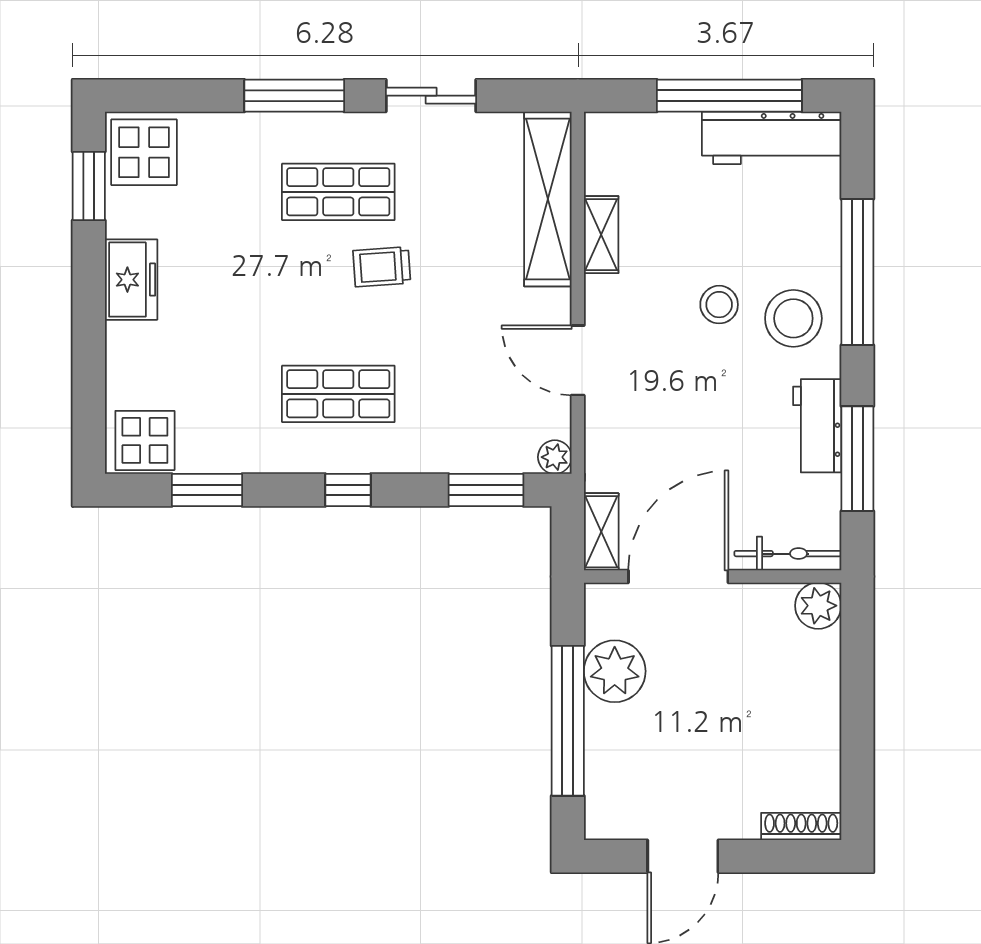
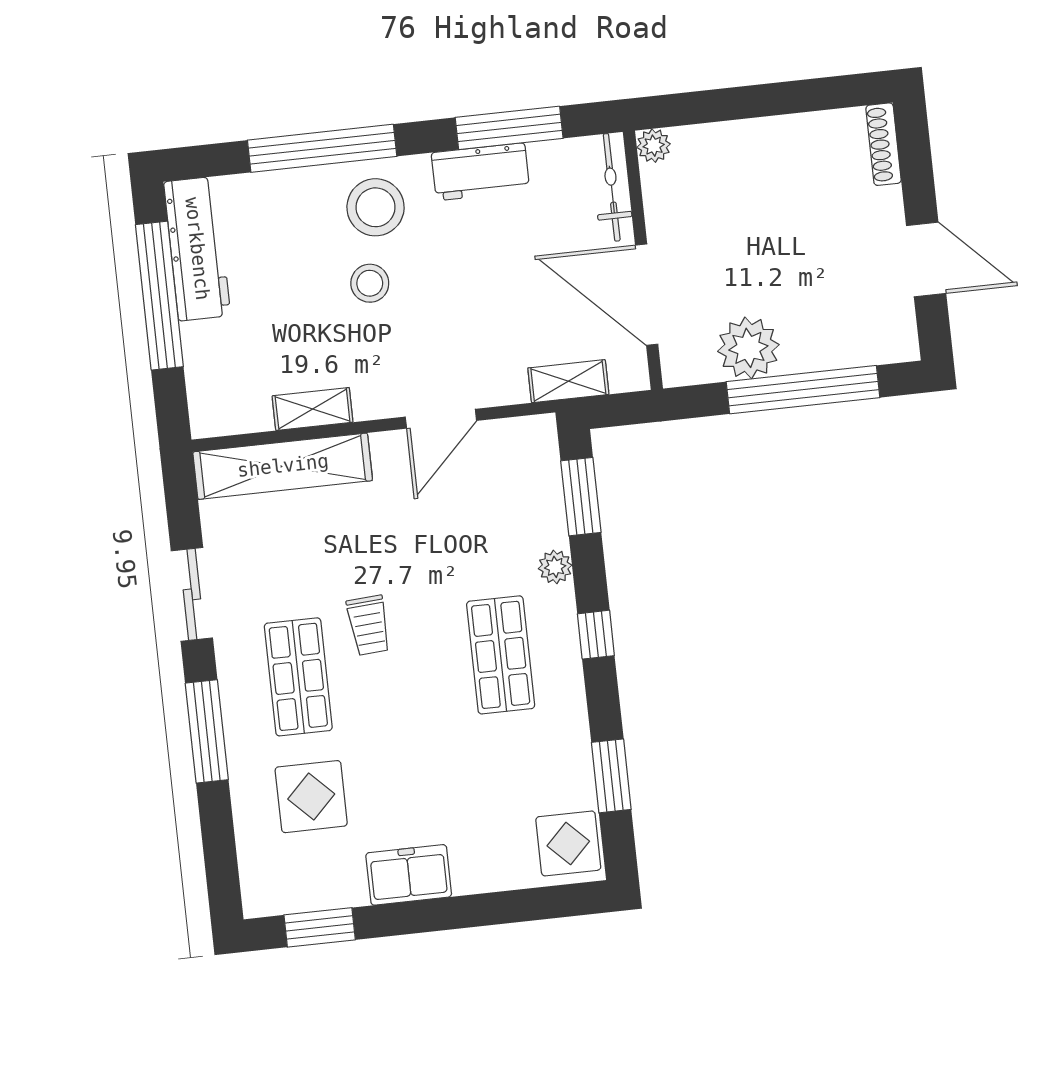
display table: (144, 152) -> (311, 797), moved
plant: (555, 457) -> (555, 567), moved
shelving: (601, 532) -> (568, 381), moved
plant: (818, 606) -> (654, 146), width x0.73, depth x0.73

